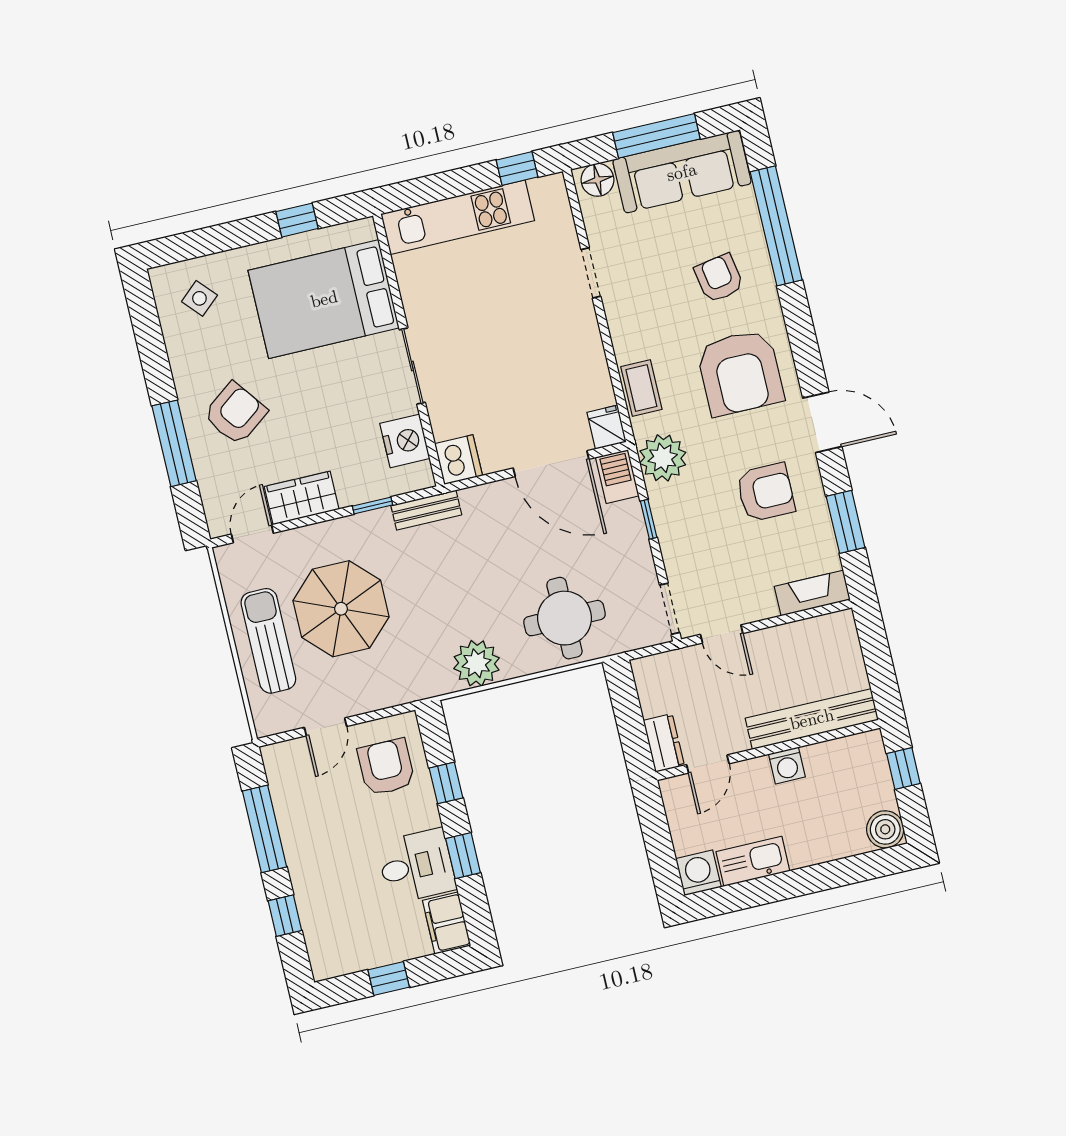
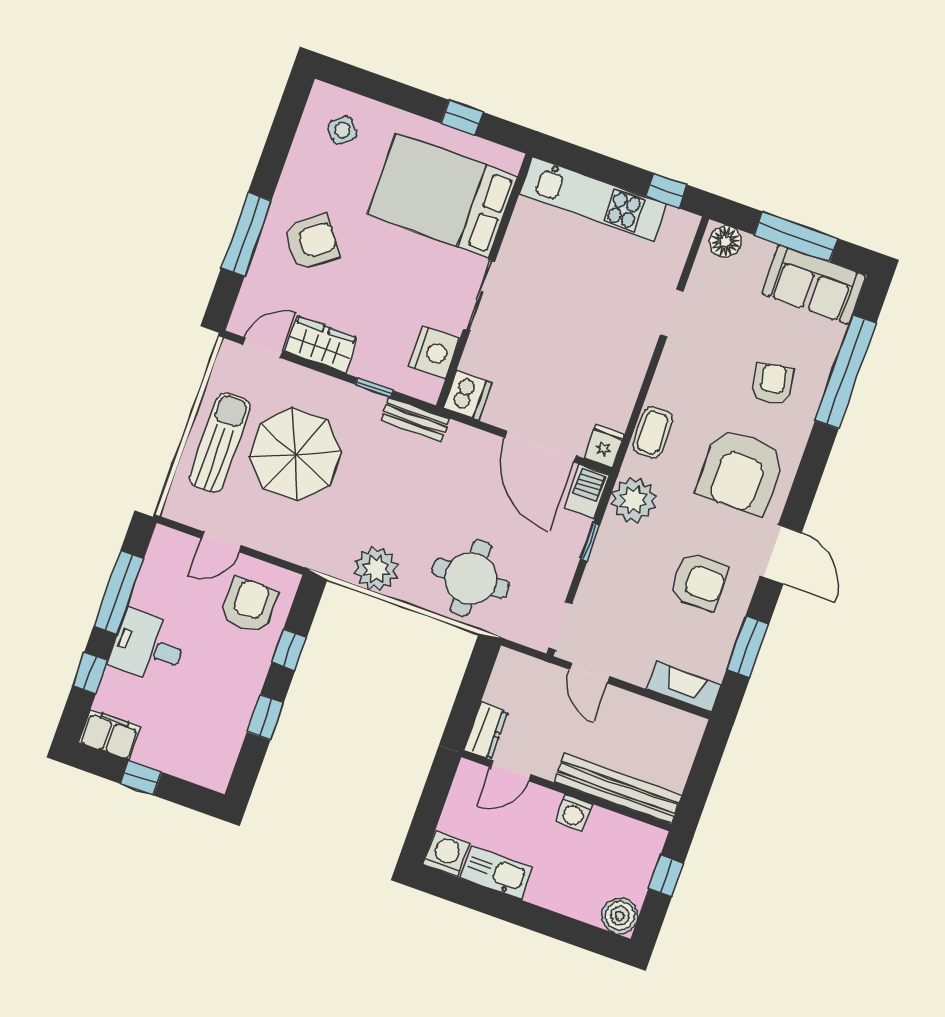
sofa: (682, 172) -> (814, 284), width x0.73
desk: (416, 866) -> (148, 647), moved, turned 180
filing cabinet: (447, 923) -> (110, 735), moved, turned 90

